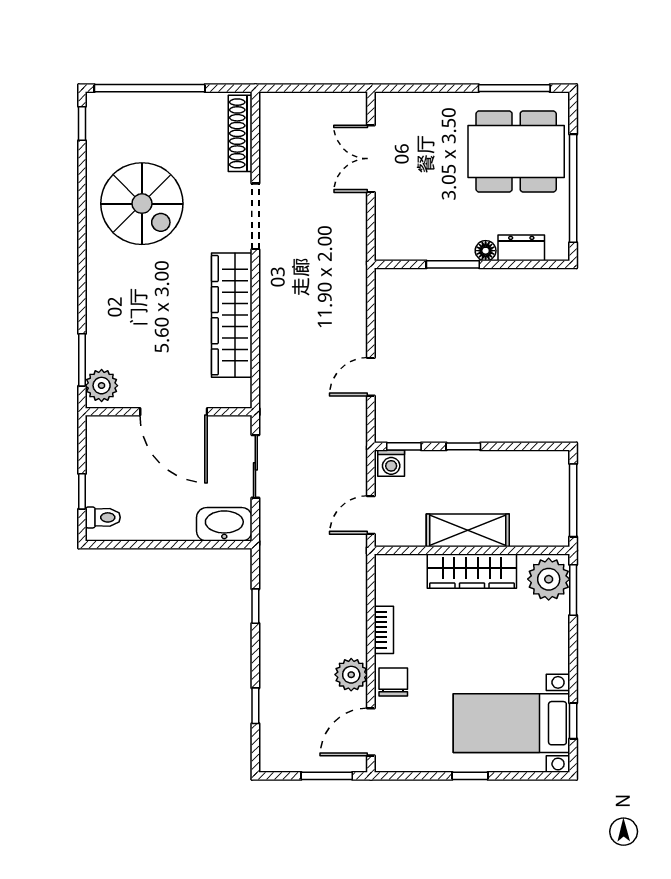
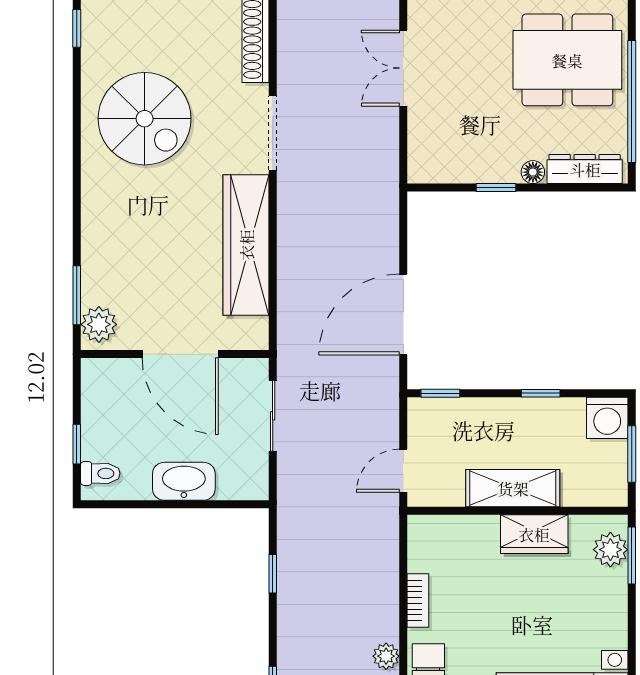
dresser: (521, 248) -> (585, 169), width x1.44
window: (453, 264) -> (496, 188), width x0.67
door: (371, 377) -> (403, 314), width x1.88
window: (463, 446) -> (541, 393), moved
washing machine: (391, 463) -> (607, 418), moved, width x1.38, depth x1.38
window: (573, 500) -> (632, 454), width x0.69
washbasin: (224, 524) -> (184, 481), moved
wardrobe: (472, 571) -> (534, 534), width x0.67
plant: (549, 579) -> (610, 550), width x0.73, depth x0.73
plant: (351, 675) -> (386, 656), width x0.73, depth x0.73

